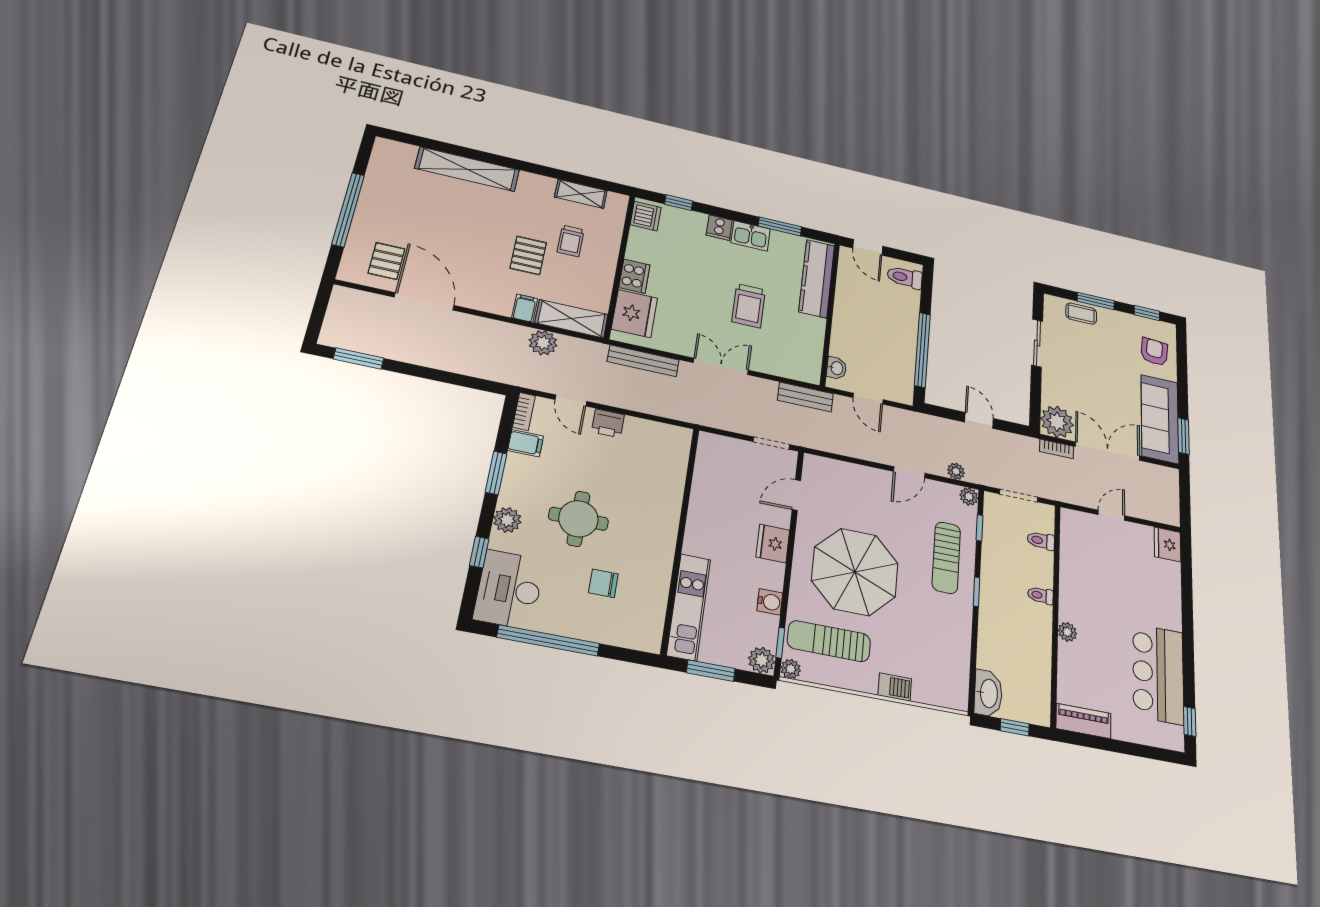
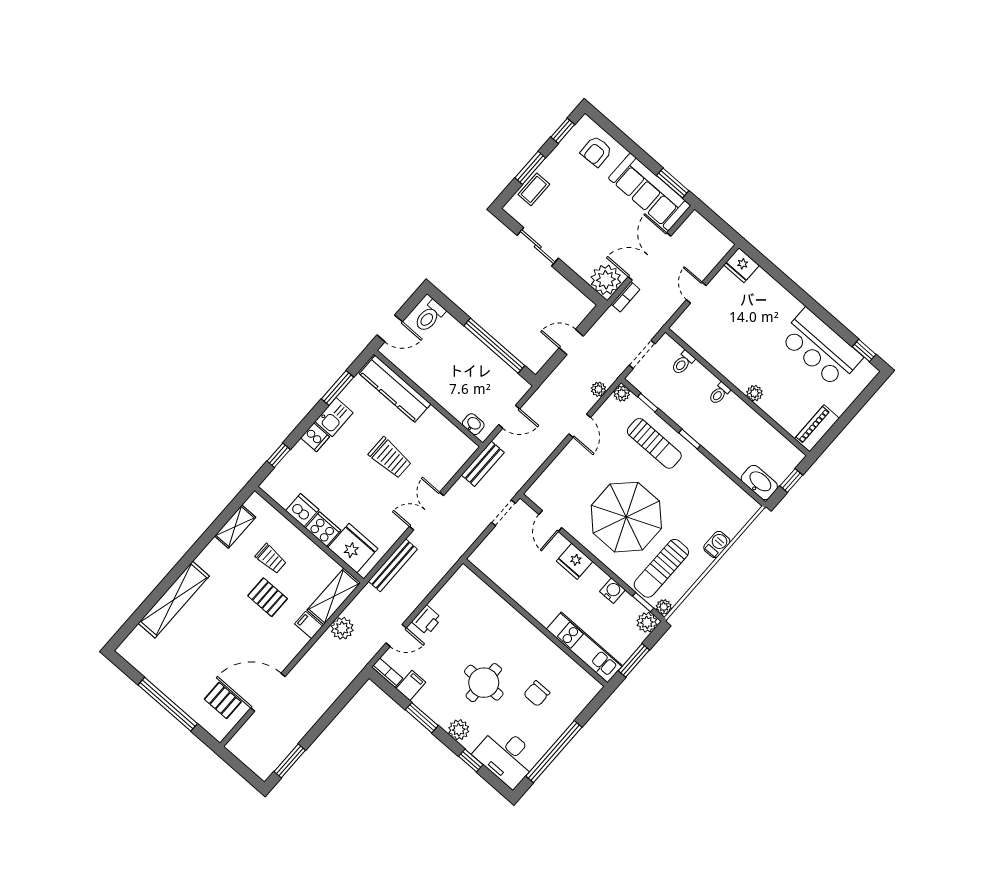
dishwasher: (646, 216) -> (302, 510), moved
armchair: (1154, 352) -> (596, 151), turned -97

